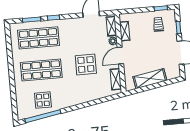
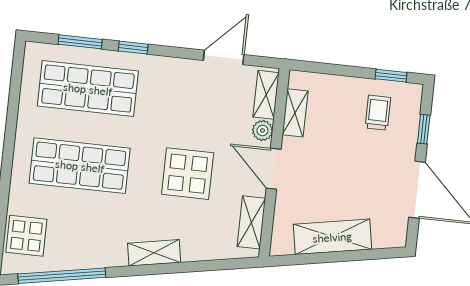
door: (120, 56) -> (274, 169), hinge flipped
shelving: (79, 99) -> (154, 253), added
display table: (43, 100) -> (26, 236), moved

